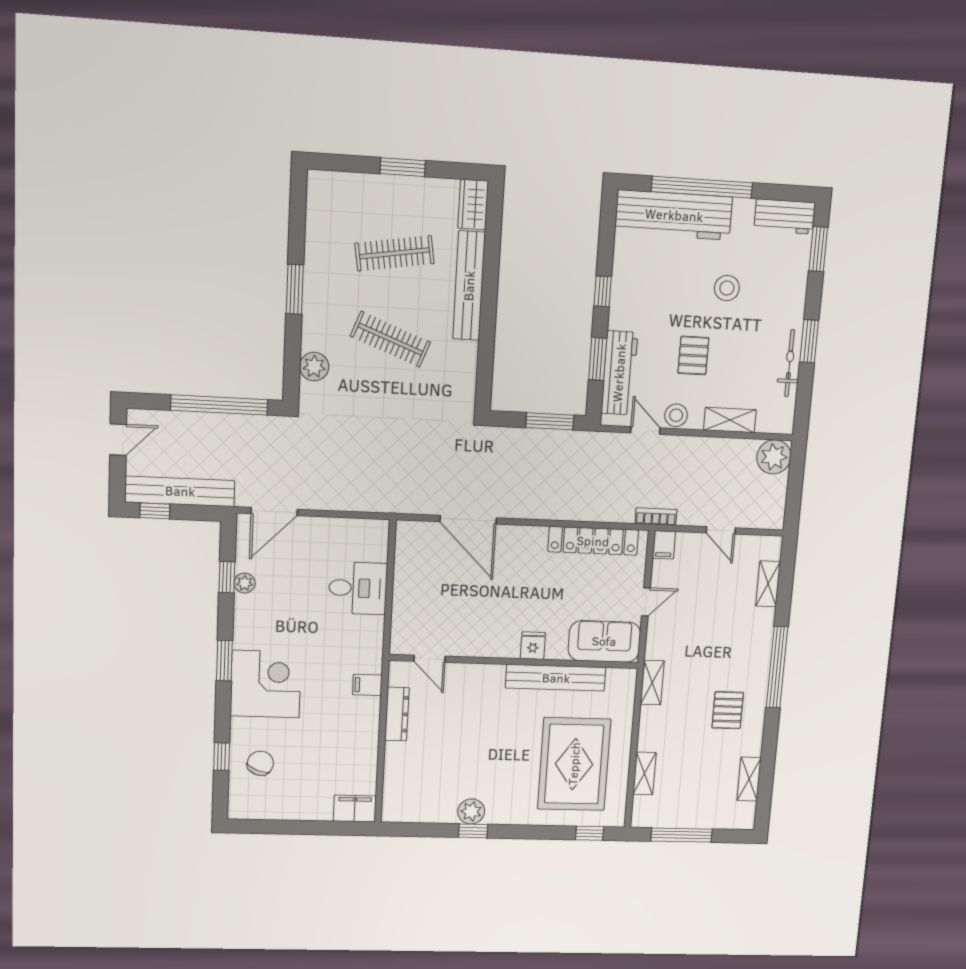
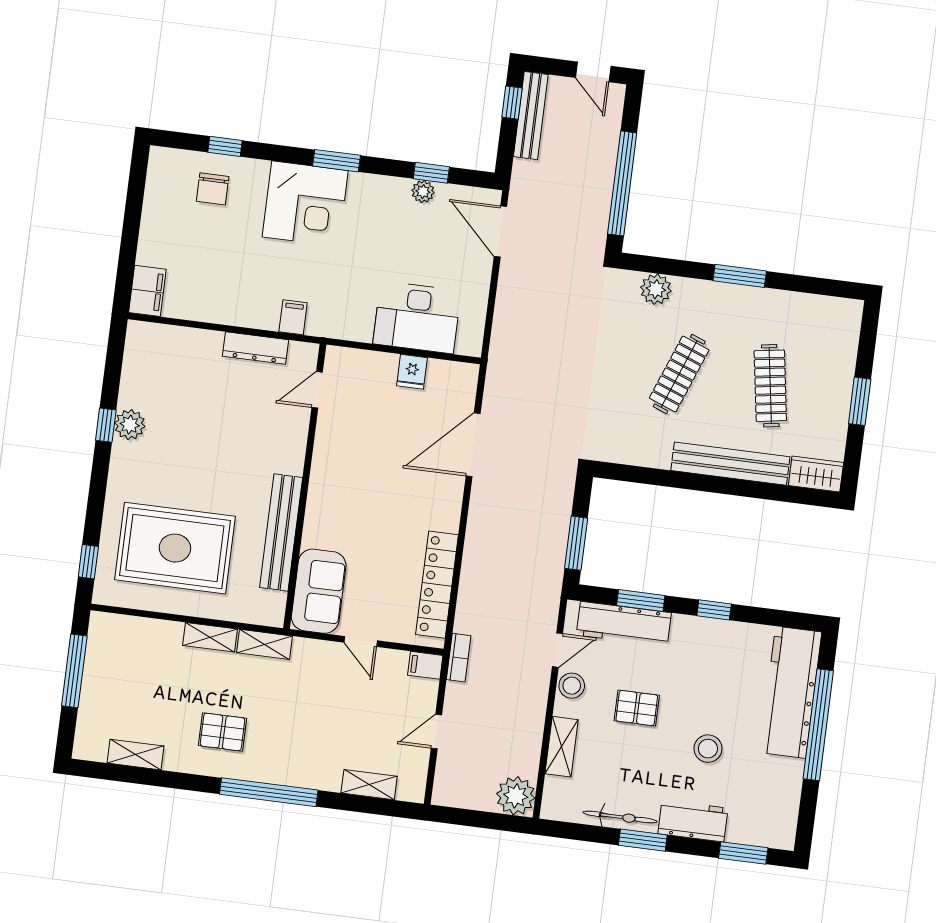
workbench: (785, 217) -> (693, 821), moved, turned 90
bench: (180, 491) -> (531, 116), width x0.73, depth x0.82
desk: (358, 588) -> (417, 317), width x1.37
fridge: (533, 646) -> (412, 372), moved, turned 90
chair: (260, 763) -> (213, 189), turned 69
shelving: (645, 773) -> (210, 637), moved

